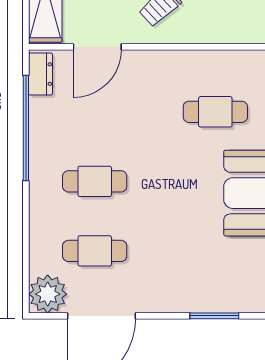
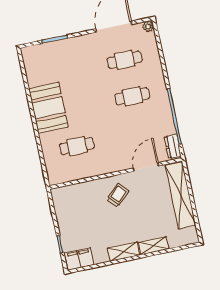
plant: (48, 294) -> (148, 26), width x0.53, depth x0.53

